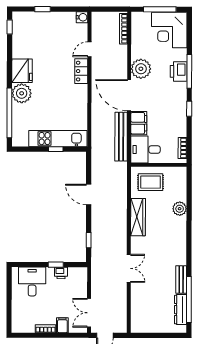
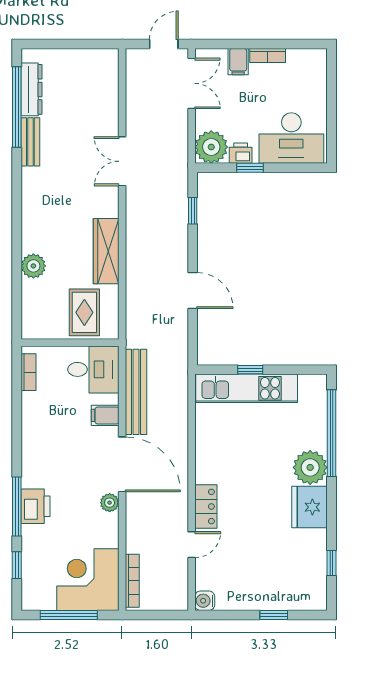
window: (10, 27) -> (332, 563), moved
corner desk: (169, 30) -> (88, 580), moved, turned -90
plant: (141, 69) -> (110, 503), width x0.53, depth x0.53
window: (189, 109) -> (17, 565), moved
filing cabinet: (139, 123) -> (105, 415), width x0.50
rug: (150, 182) -> (84, 312), turned 90
plant: (78, 276) -> (211, 147), added
desk: (32, 282) -> (291, 138), width x1.37

